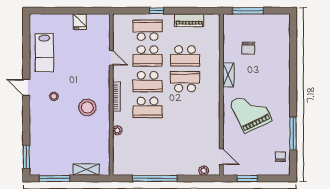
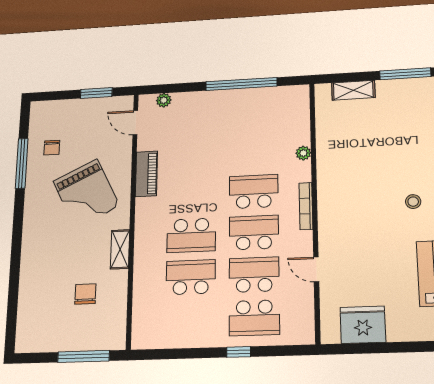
piano: (189, 20) -> (146, 174), moved, turned 90
fridge: (80, 22) -> (363, 325), width x1.88, depth x1.34
stool: (87, 107) -> (355, 186), removed
chair: (280, 157) -> (52, 148), moved

